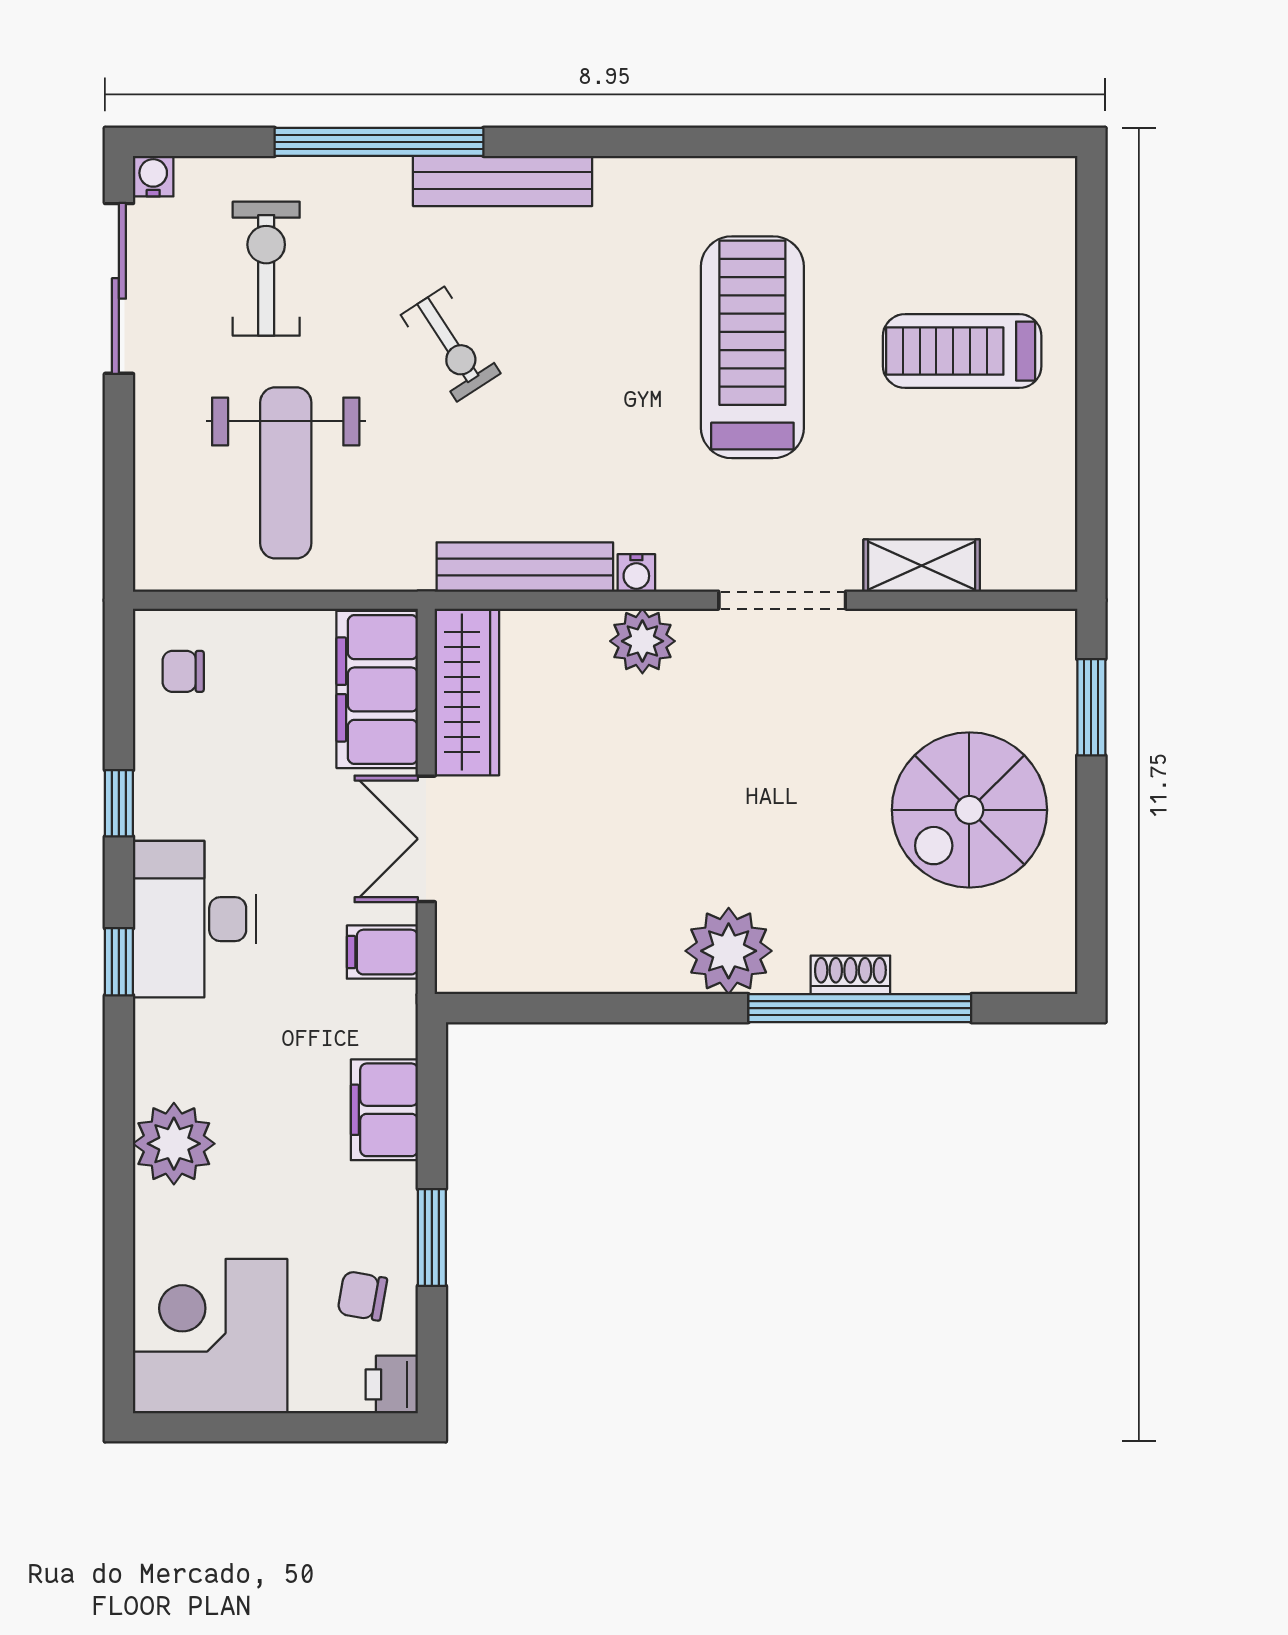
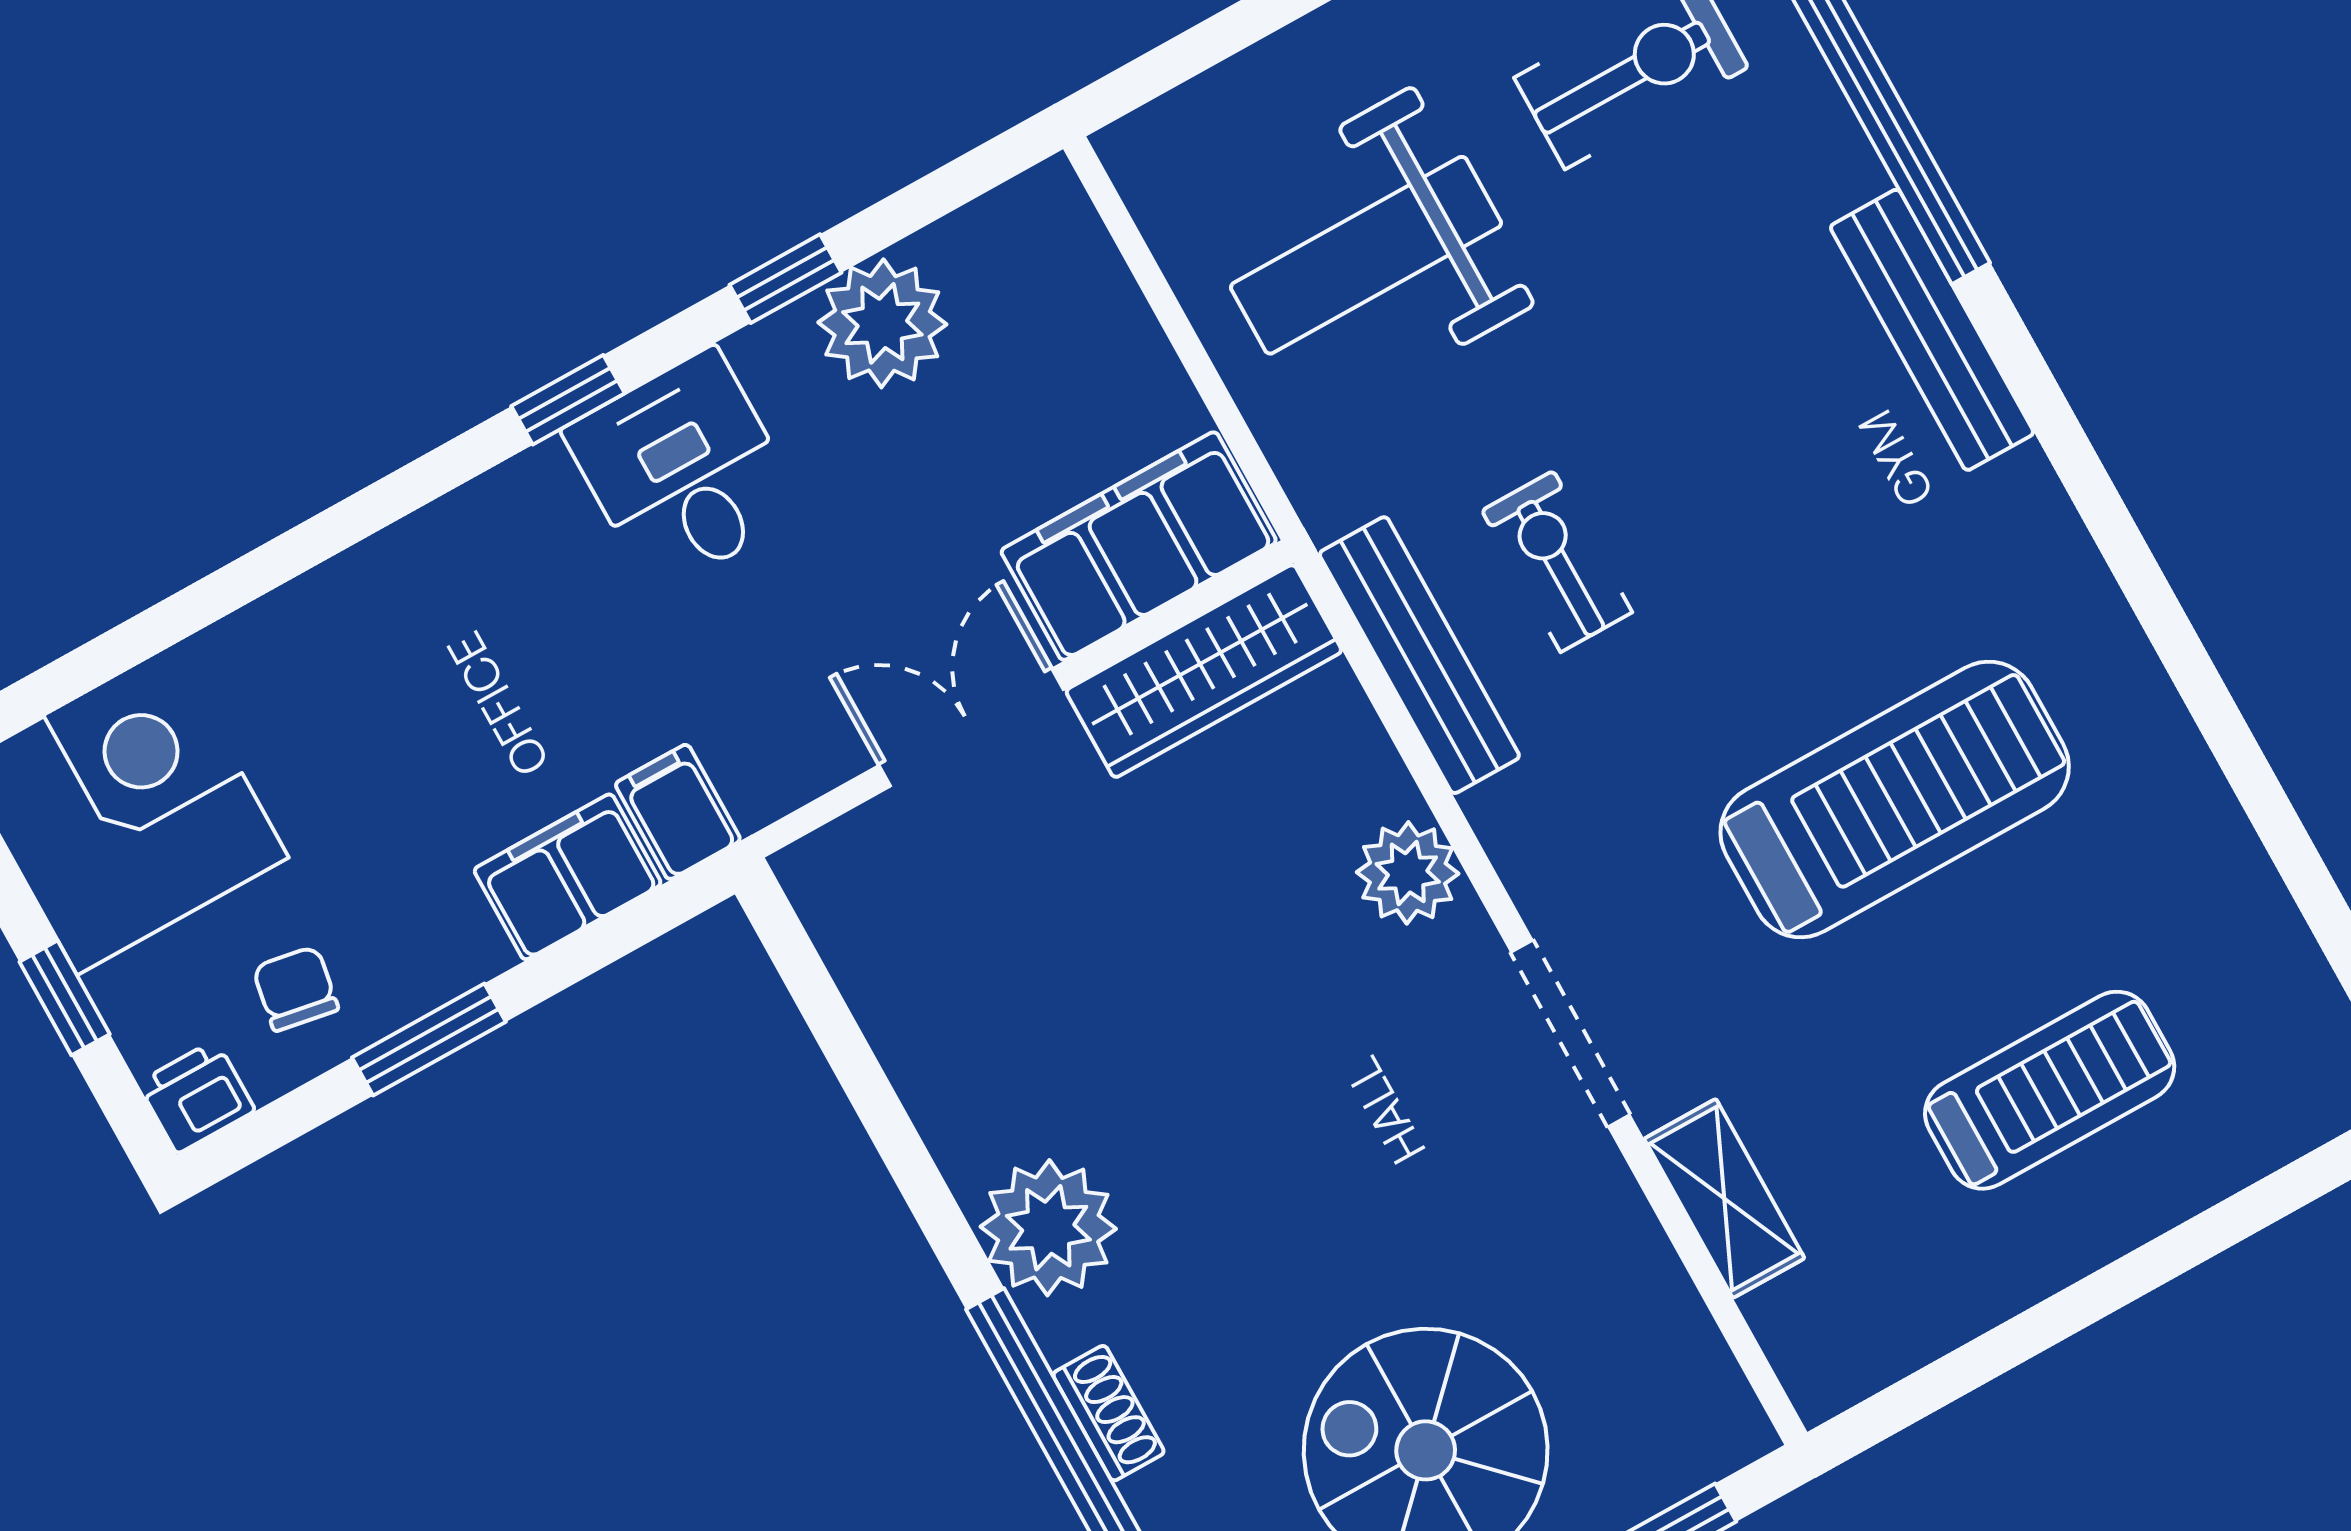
exercise bike: (451, 344) -> (1557, 561), moved, turned 123
treadmill: (962, 351) -> (2050, 1090), turned 90
water cooler: (636, 573) -> (1496, 813), removed
chair: (183, 671) -> (1015, 266), removed
desk: (194, 919) -> (684, 471), width x0.73
filing cabinet: (382, 952) -> (678, 812), moved
plant: (174, 1144) -> (882, 323), moved
window: (296, 1427) -> (65, 998), added

